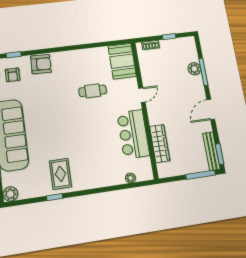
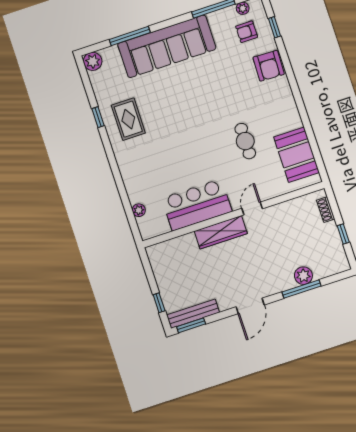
booth: (122, 61) -> (296, 155), moved, turned 90
door: (142, 95) -> (252, 208), swing flipped
door: (211, 109) -> (250, 306), swing flipped
wardrobe: (160, 143) -> (221, 232), moved
rug: (60, 174) -> (128, 119), turned 90
window: (201, 175) -> (159, 303), width x0.46

